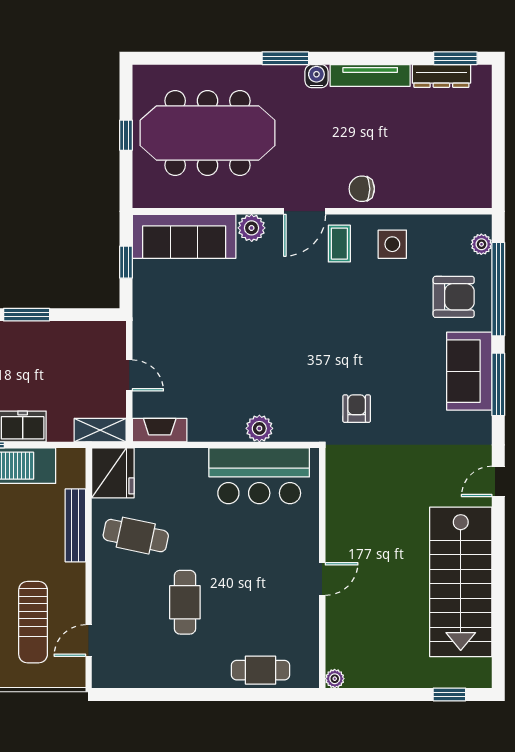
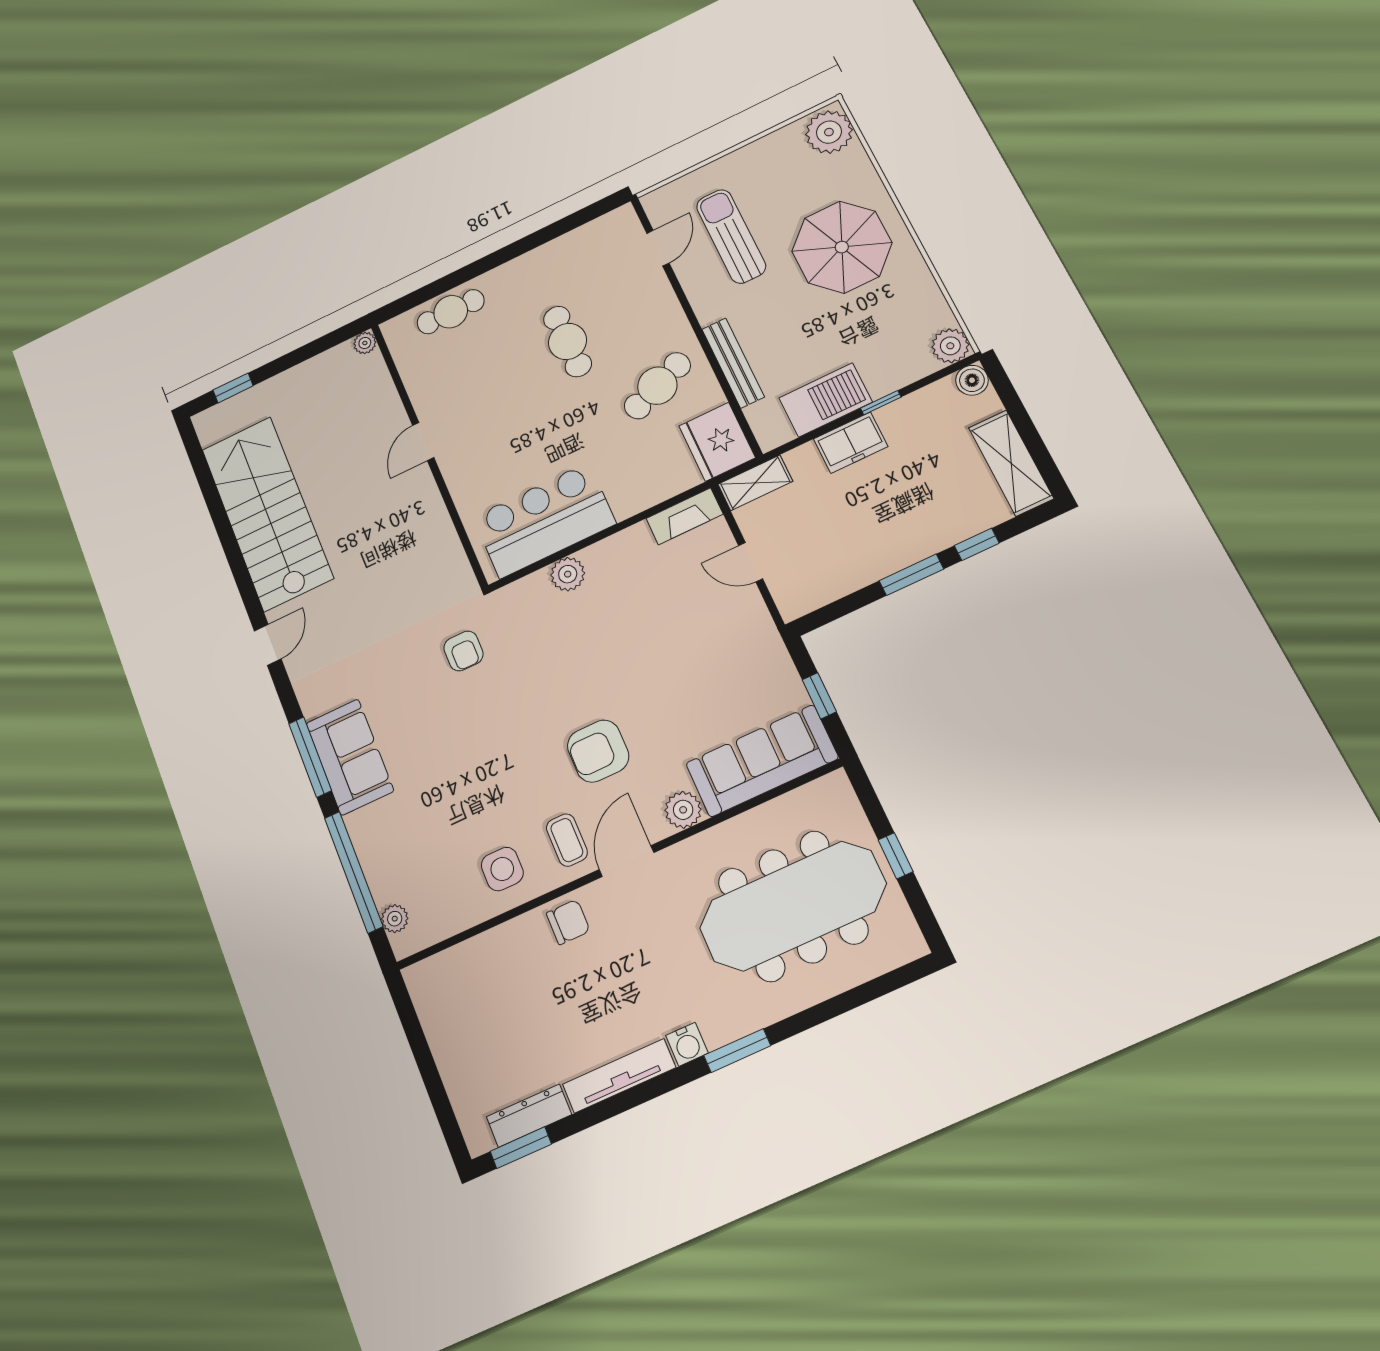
armchair: (454, 297) -> (598, 751), moved
cafe table: (136, 536) -> (657, 386), turned -34

